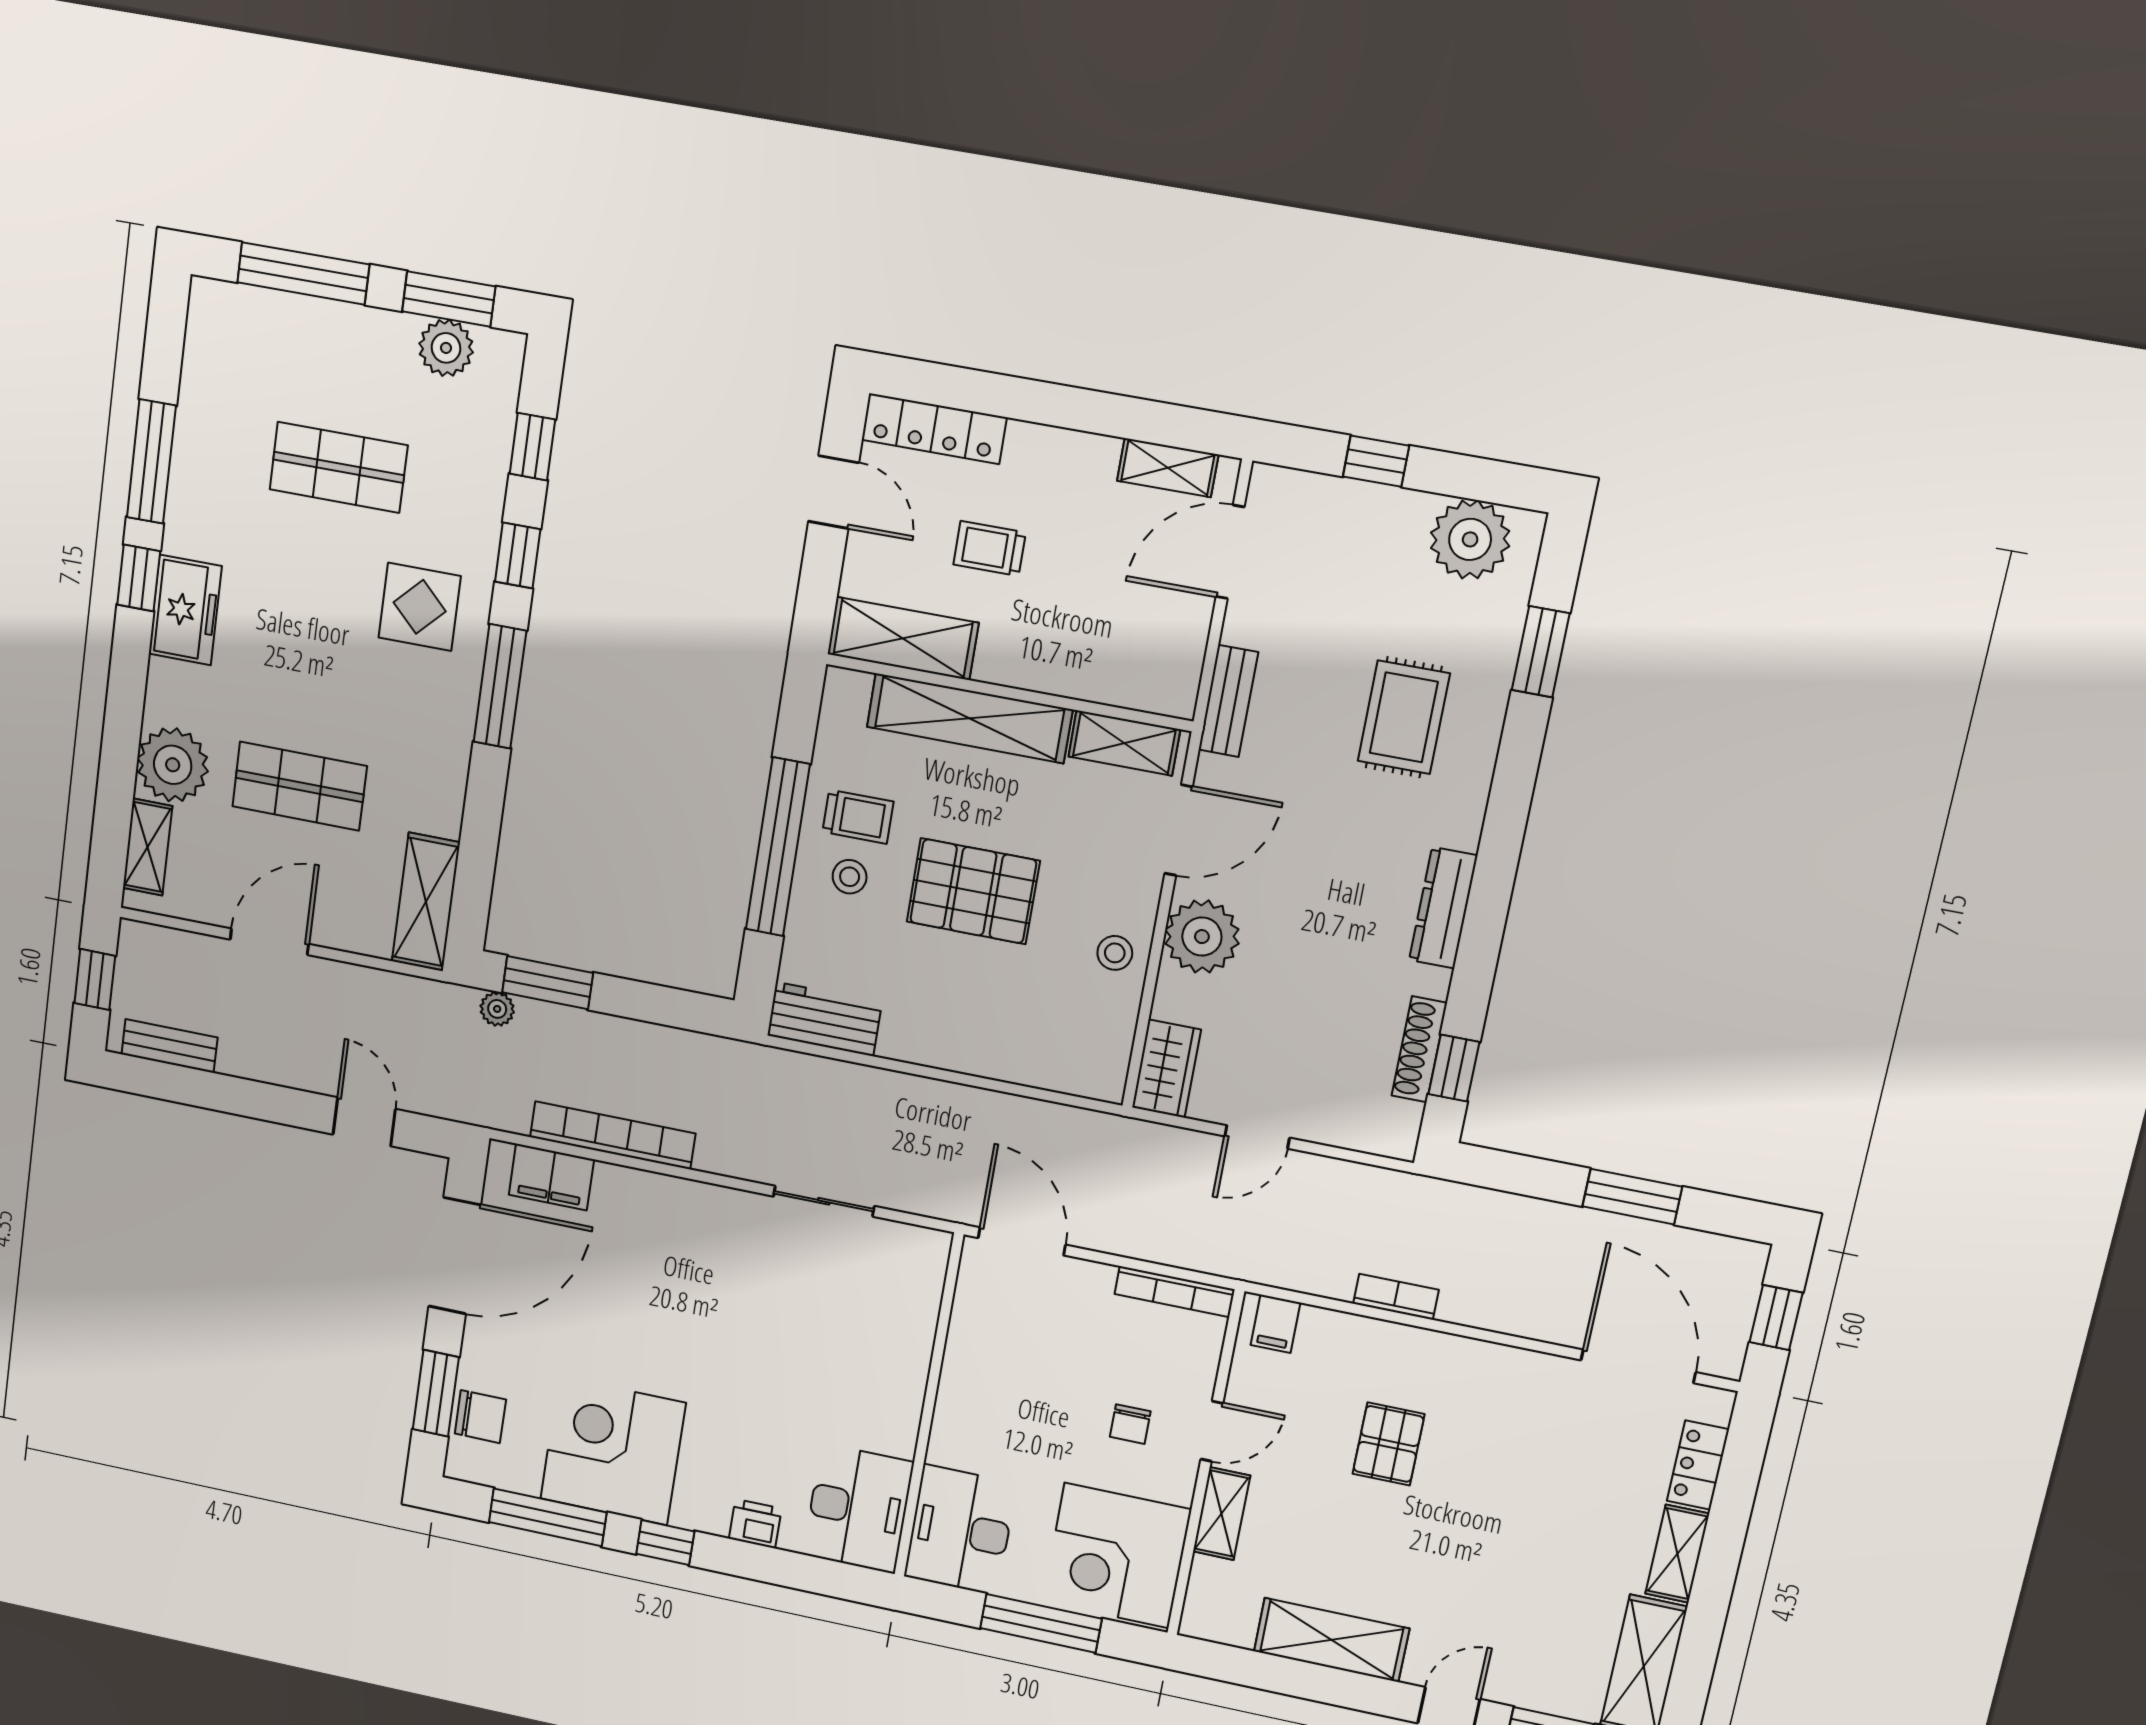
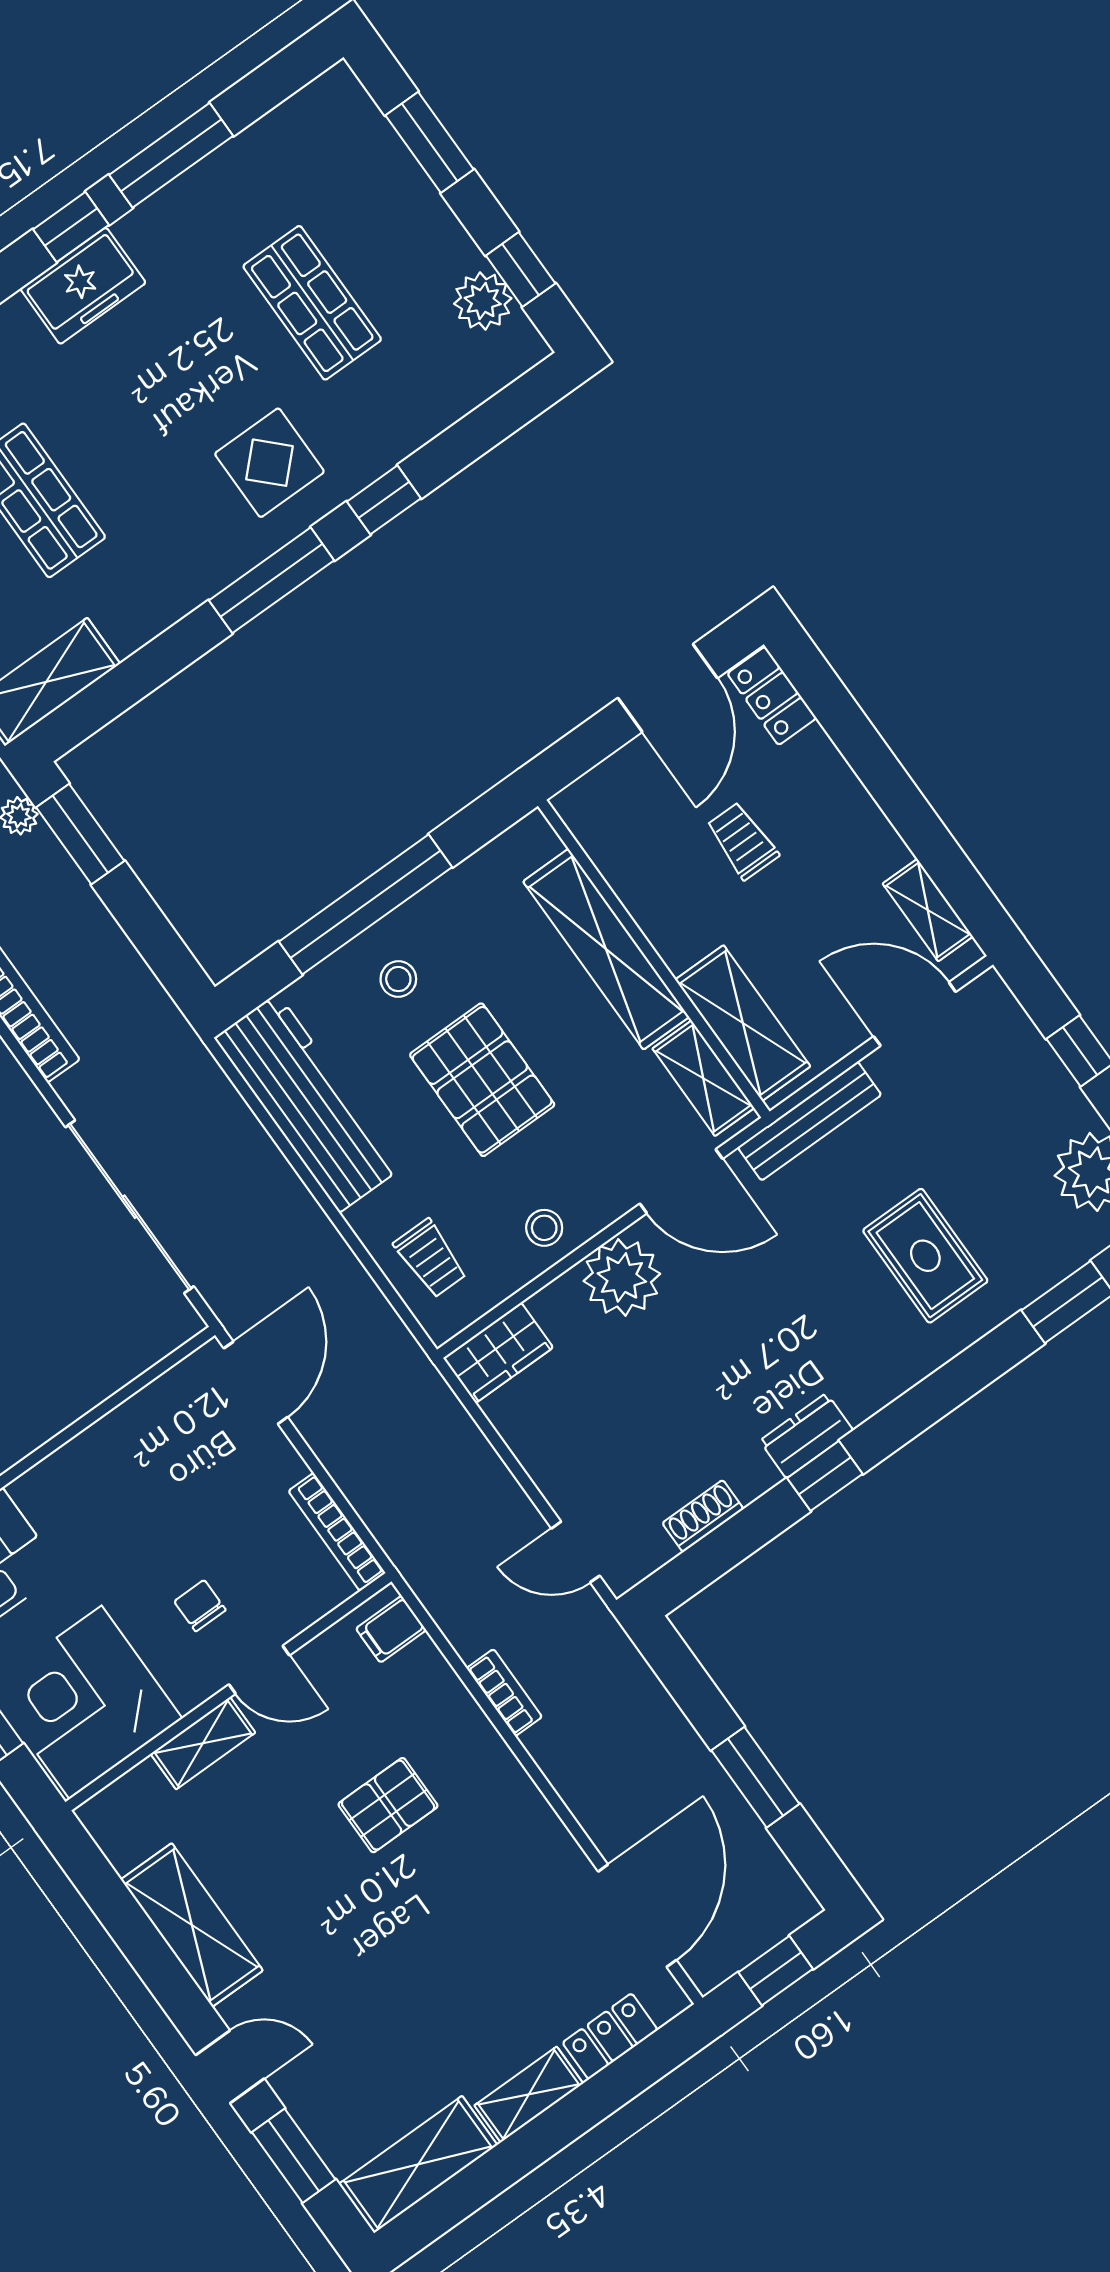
window: (303, 273) -> (430, 142), width x0.69
window: (449, 299) -> (521, 269), width x0.67
locker: (934, 429) -> (772, 696), width x0.66
window: (532, 447) -> (476, 434), removed
door: (833, 492) -> (668, 688), width x1.38
shelving: (903, 638) -> (743, 1023), moved
bench: (1228, 701) -> (810, 1121), width x1.36
rug: (1404, 717) -> (925, 1256), turned 90
trolley: (858, 817) -> (430, 1258), moved
dresser: (1443, 908) -> (806, 1436), width x0.70
workbench: (825, 1019) -> (308, 1103), width x1.87, depth x1.32
shoe rack: (1419, 1049) -> (703, 1516), width x0.70
window: (1454, 1068) -> (825, 1476), moved
door: (1257, 1137) -> (576, 1552), moved
sliding door: (824, 1201) -> (130, 1207), width x1.86
chair: (1130, 1424) -> (200, 1606), turned 90

